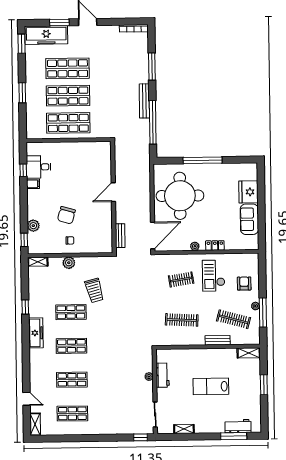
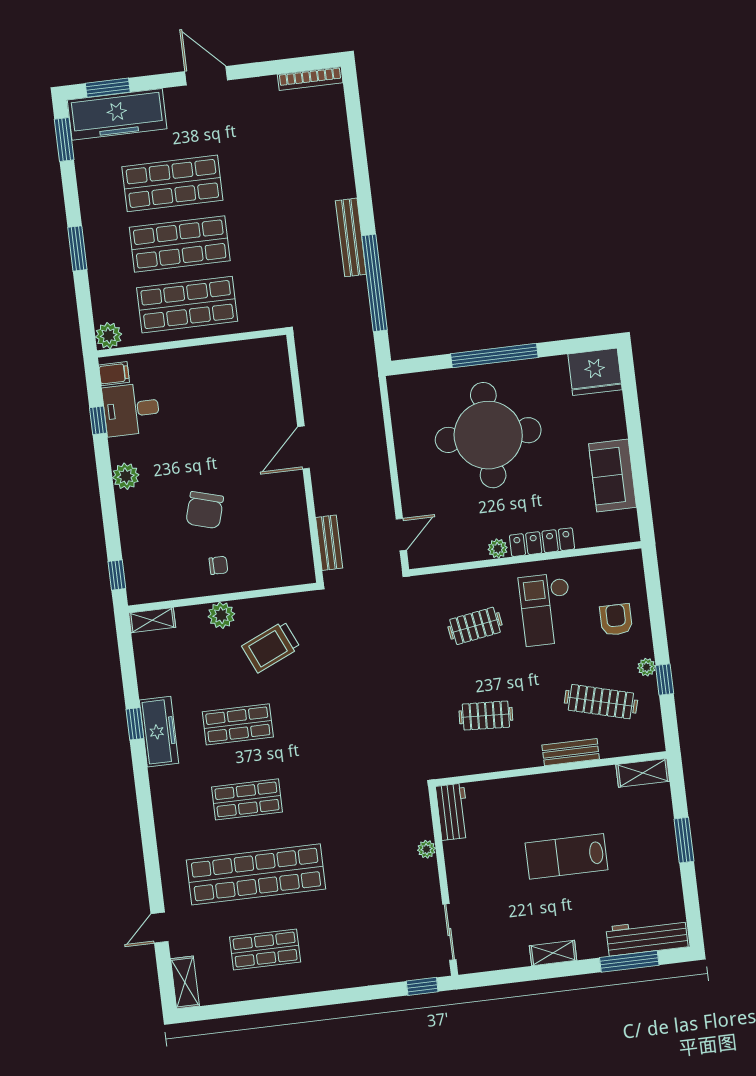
window: (59, 23) -> (108, 88), moved
window: (152, 66) -> (359, 159), removed
plant: (32, 133) -> (109, 336), added
filing cabinet: (33, 184) -> (114, 374), moved
fridge: (248, 192) -> (595, 372), moved, turned -90
round table: (180, 196) -> (488, 435), moved
plant: (33, 226) -> (126, 476), moved
door: (153, 235) -> (401, 535), width x0.53
locker: (215, 245) -> (542, 542), width x1.53
trolley: (94, 290) -> (271, 647), moved, turned 81
window: (263, 312) -> (665, 680), width x0.46
clothes rail: (182, 320) -> (486, 716), width x0.73
freezer: (36, 333) -> (159, 732), moved
workbench: (163, 375) -> (453, 812), moved
shop shelf: (72, 380) -> (256, 874), width x2.00, depth x1.36
door: (26, 399) -> (160, 928), swing flipped
workbench: (238, 426) -> (647, 937), width x1.38
shelving: (184, 429) -> (553, 953), moved

